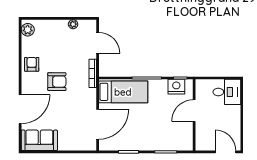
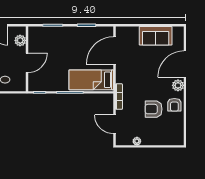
plant: (28, 30) -> (178, 85), moved
armchair: (57, 82) -> (154, 109), moved
nightstand: (176, 87) -> (43, 85), removed
plant: (202, 135) -> (20, 40), added
sofa: (39, 140) -> (156, 36), moved

